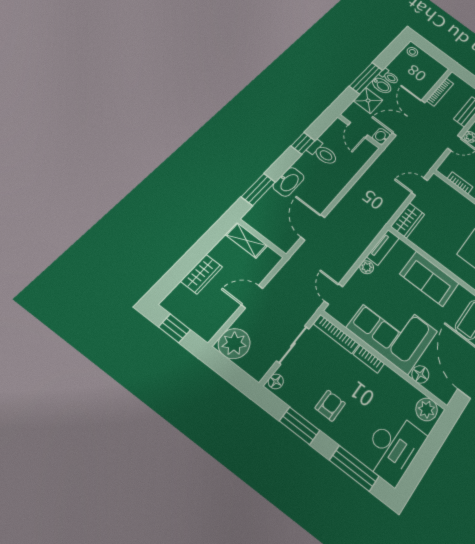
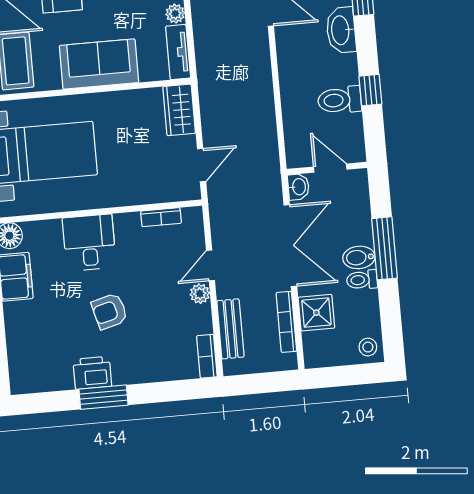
shower: (368, 100) -> (316, 313), moved

